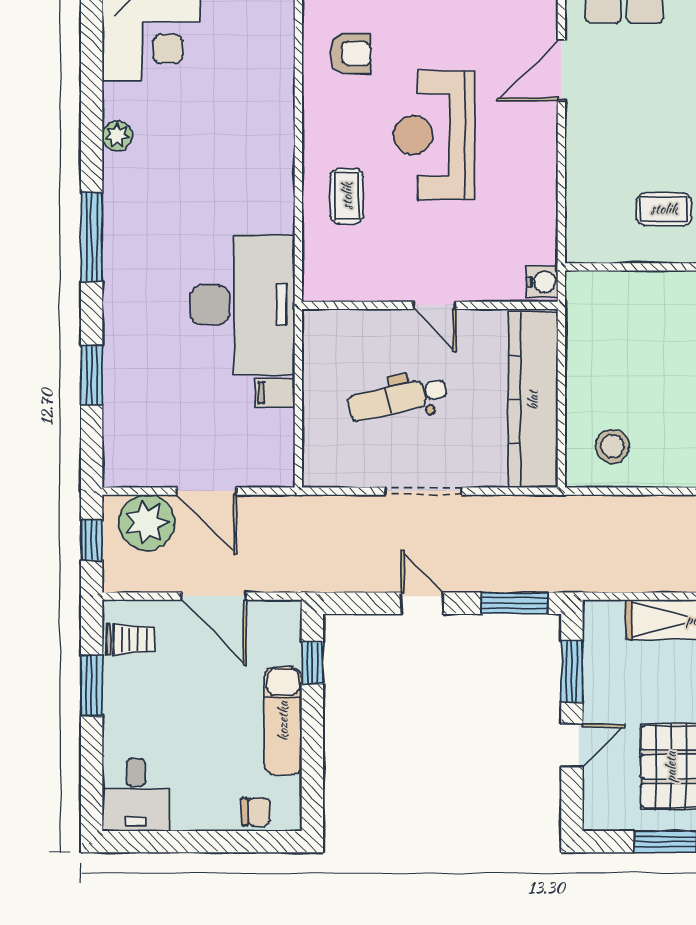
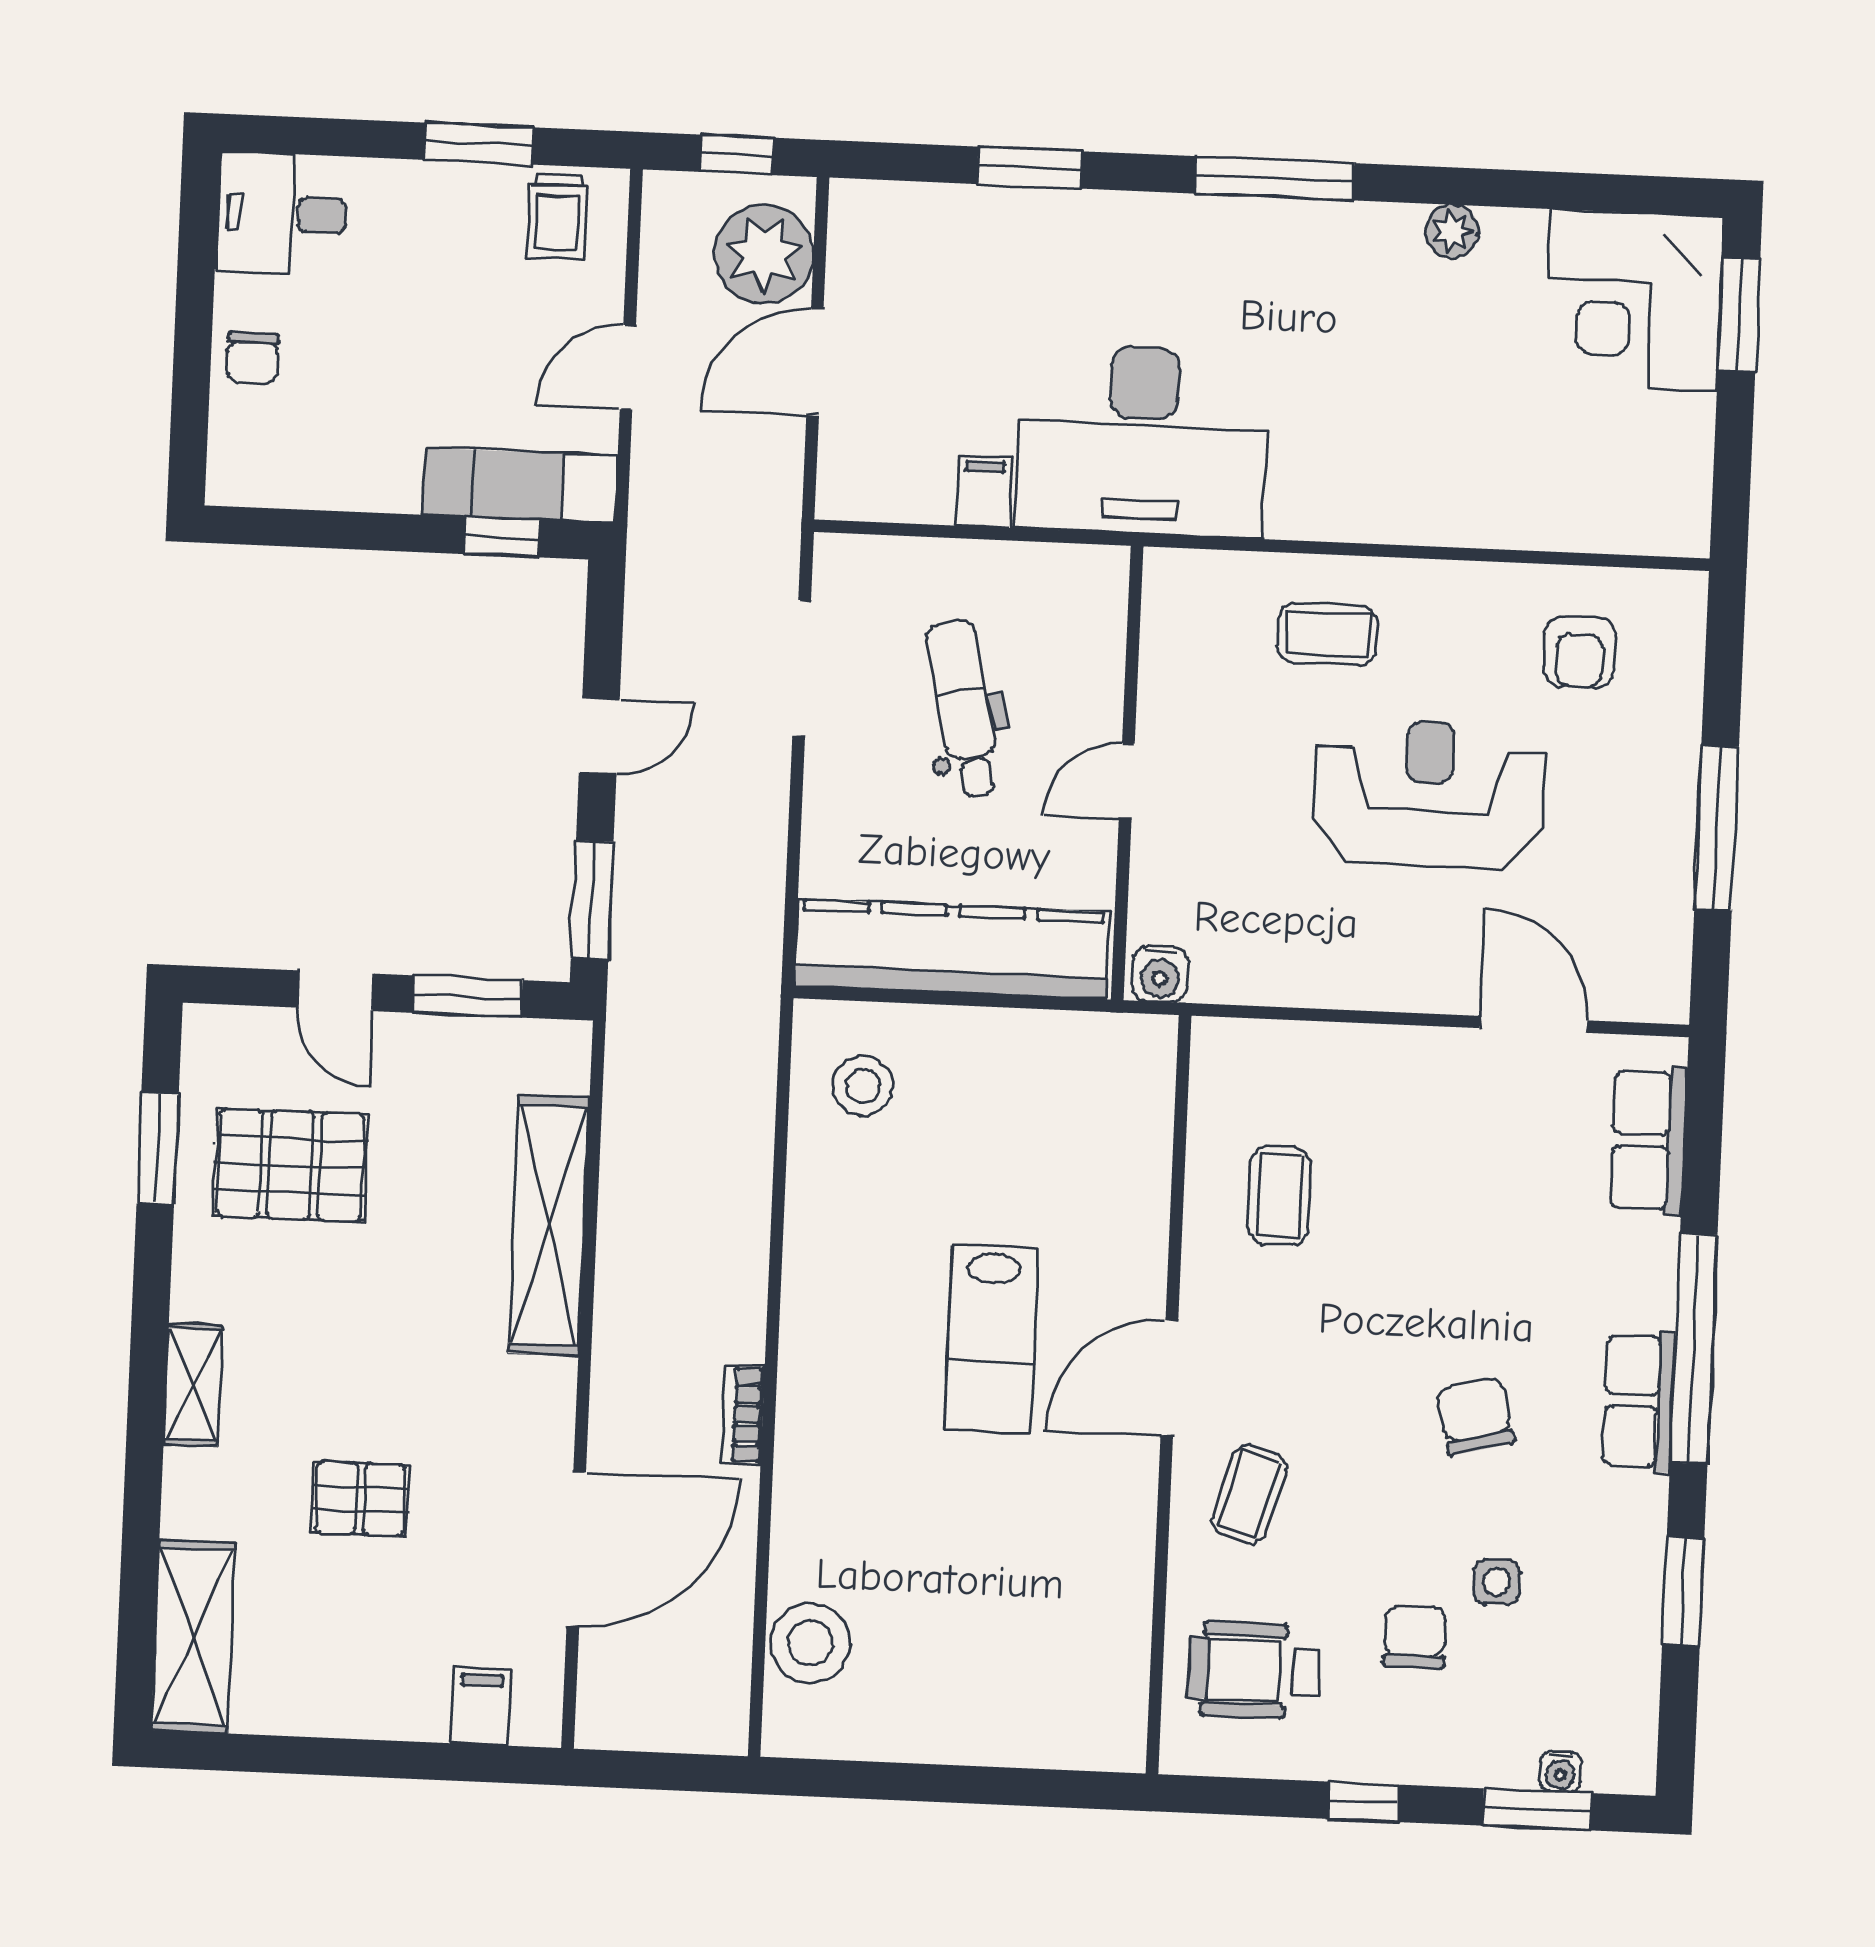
doorway: (423, 491) -> (802, 668), moved
door: (214, 596) -> (628, 367), width x0.73
exam couch: (283, 721) -> (520, 485), moved
chair: (256, 812) -> (252, 358), moved

